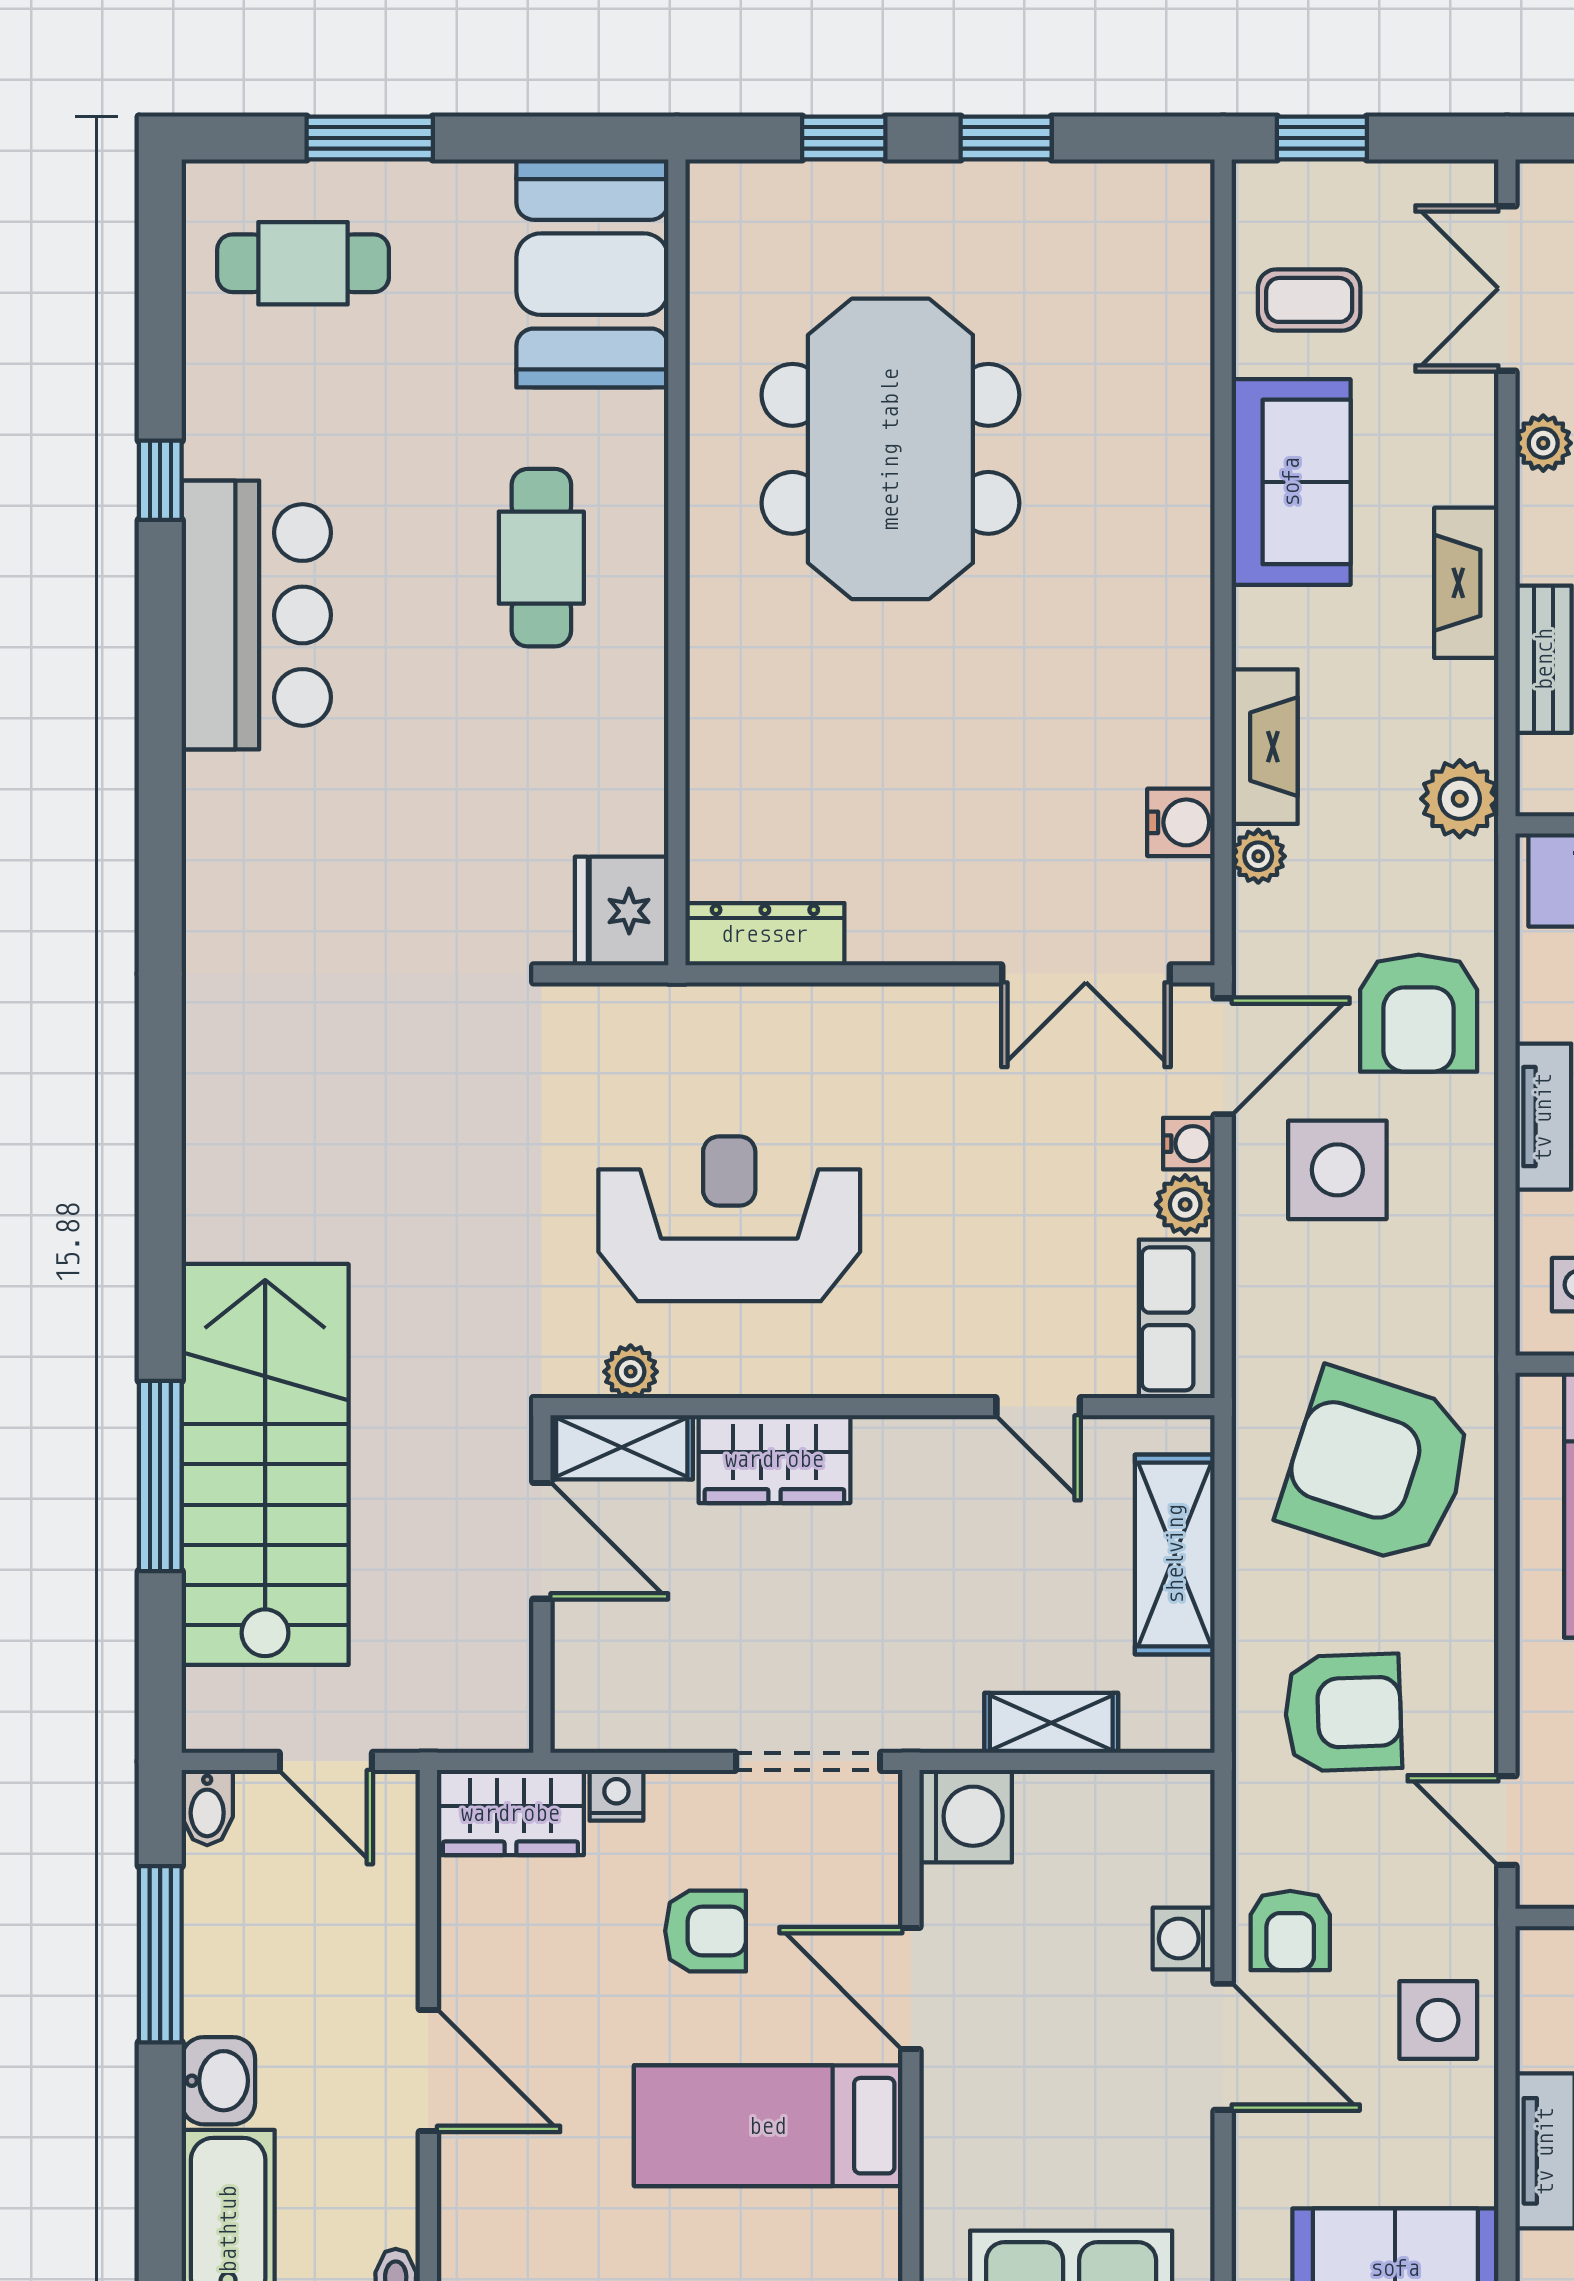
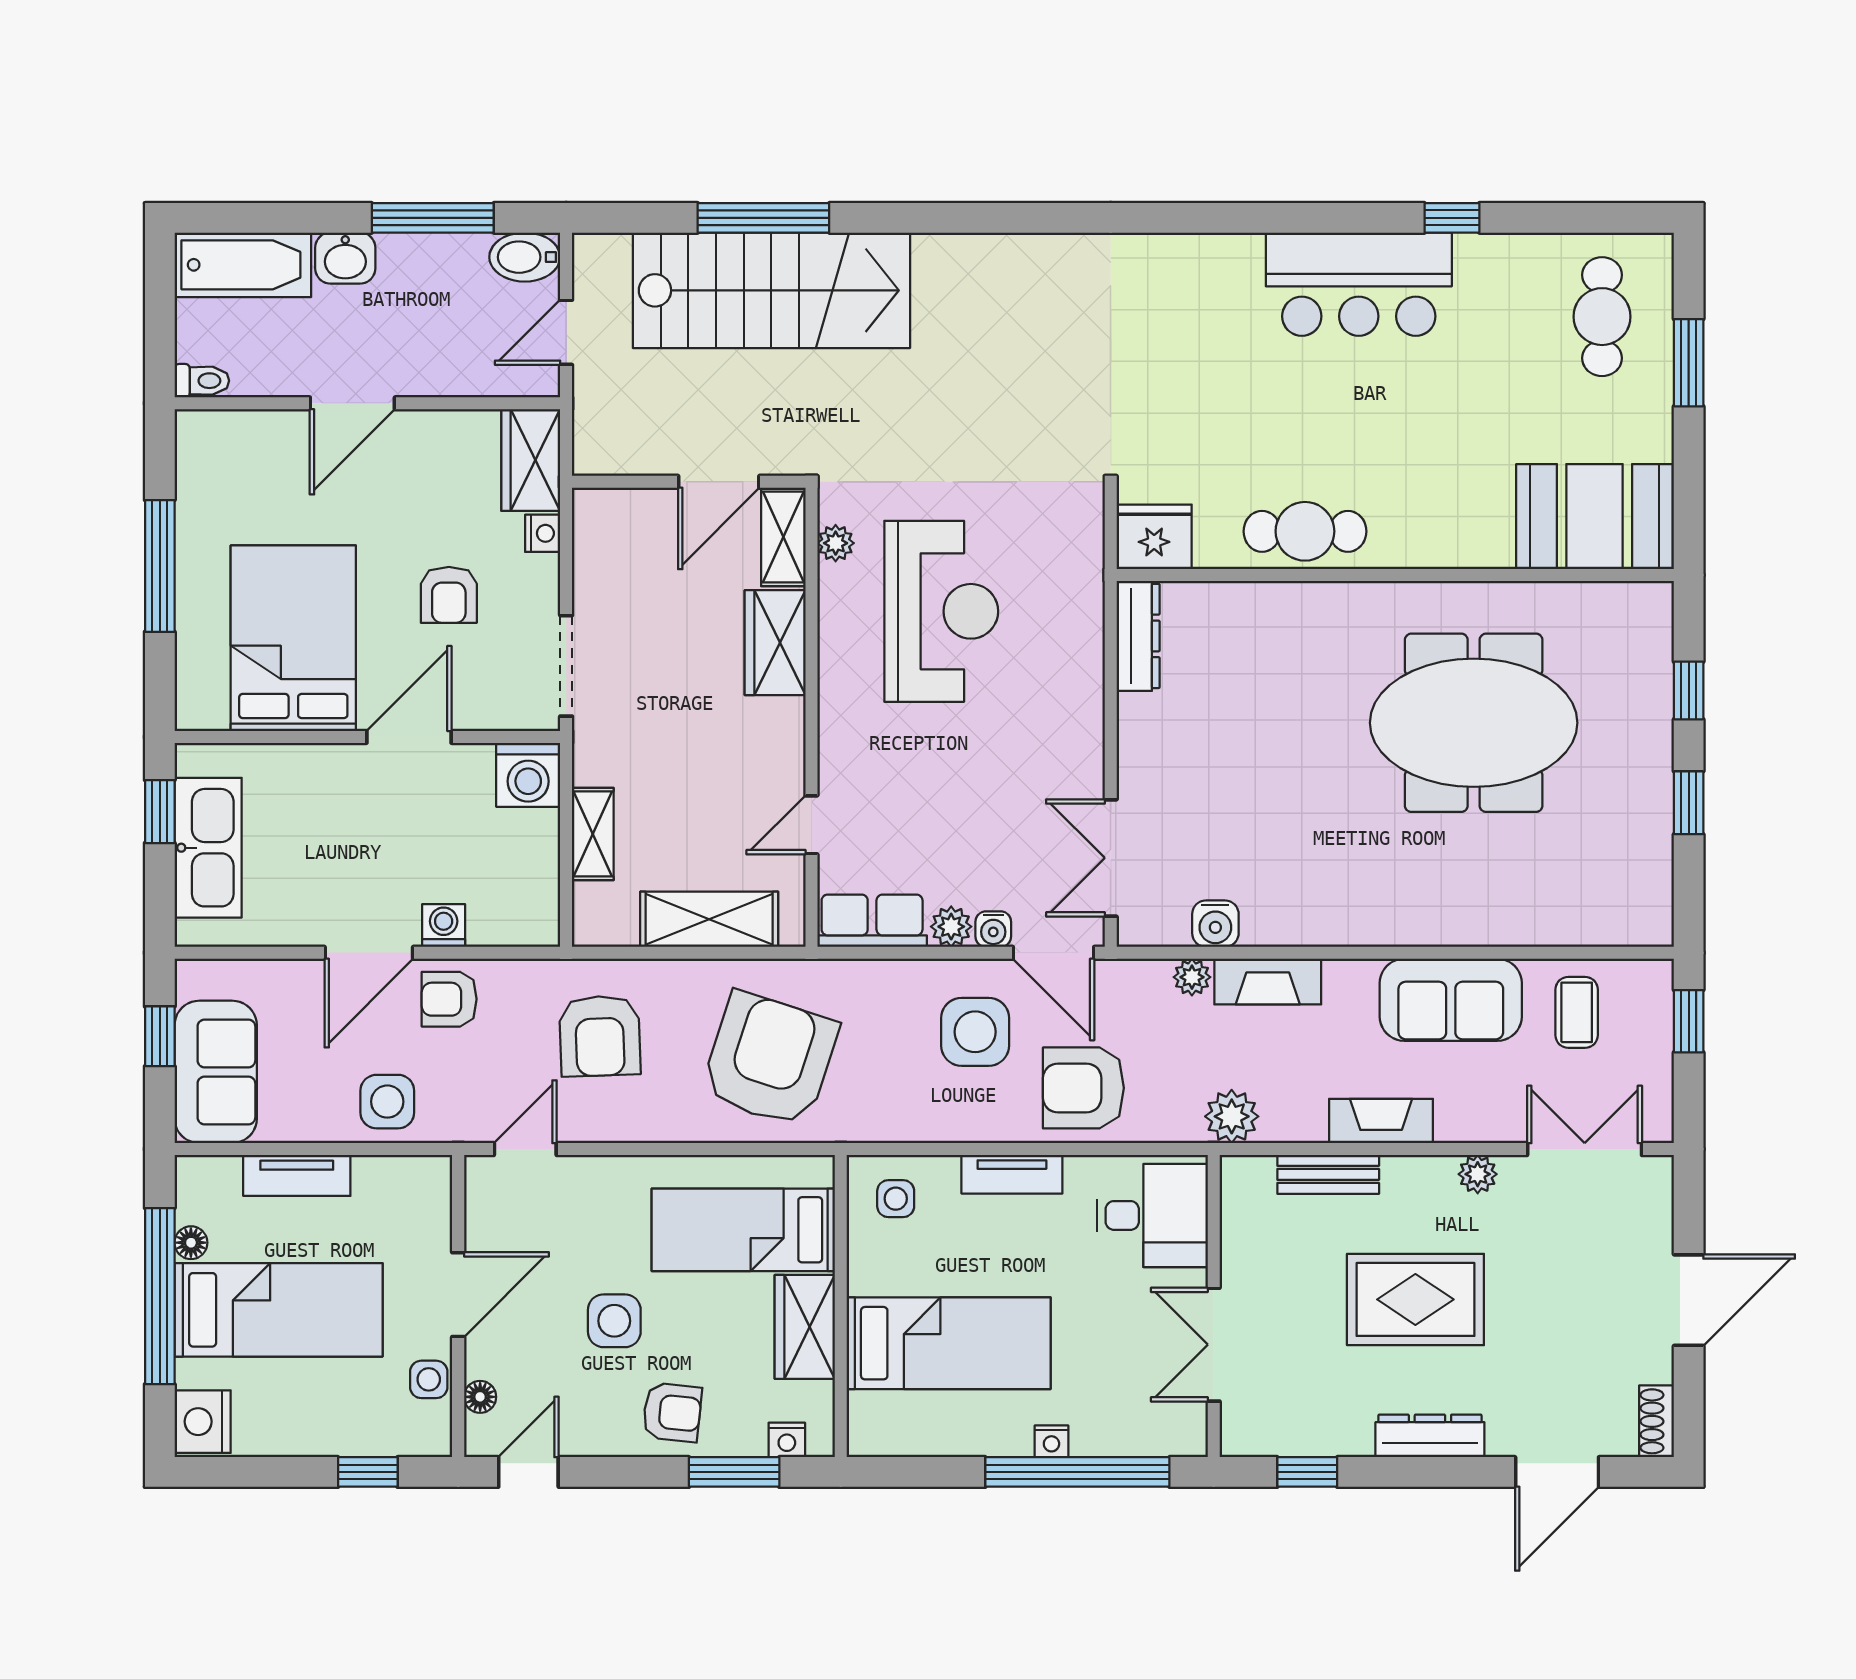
cafe table: (541, 558) -> (1305, 531), moved
bidet: (207, 1808) -> (525, 257), width x1.38, depth x1.36
bed: (768, 2126) -> (293, 638), width x1.50

